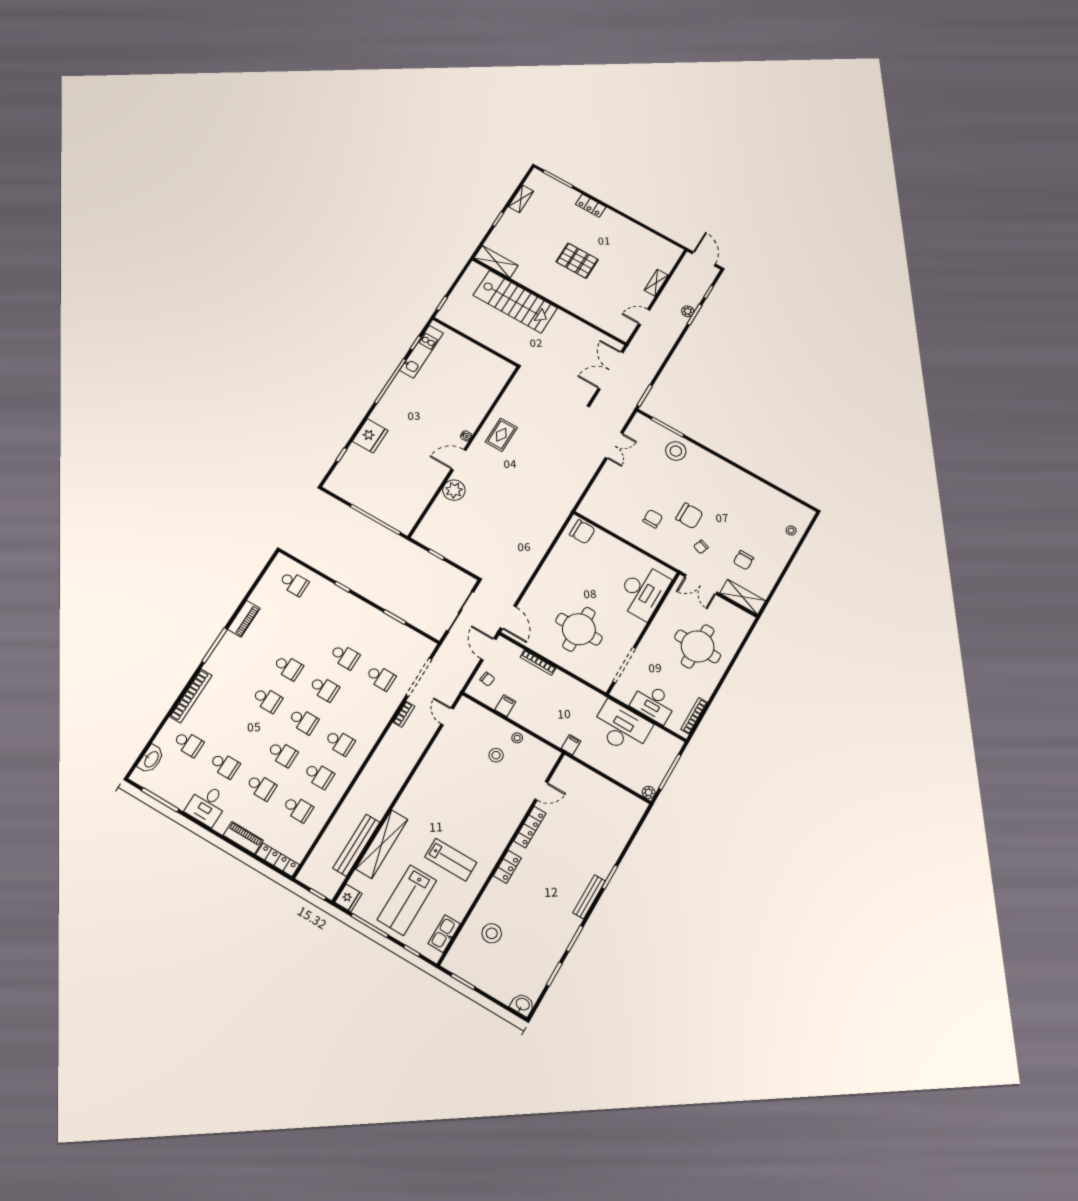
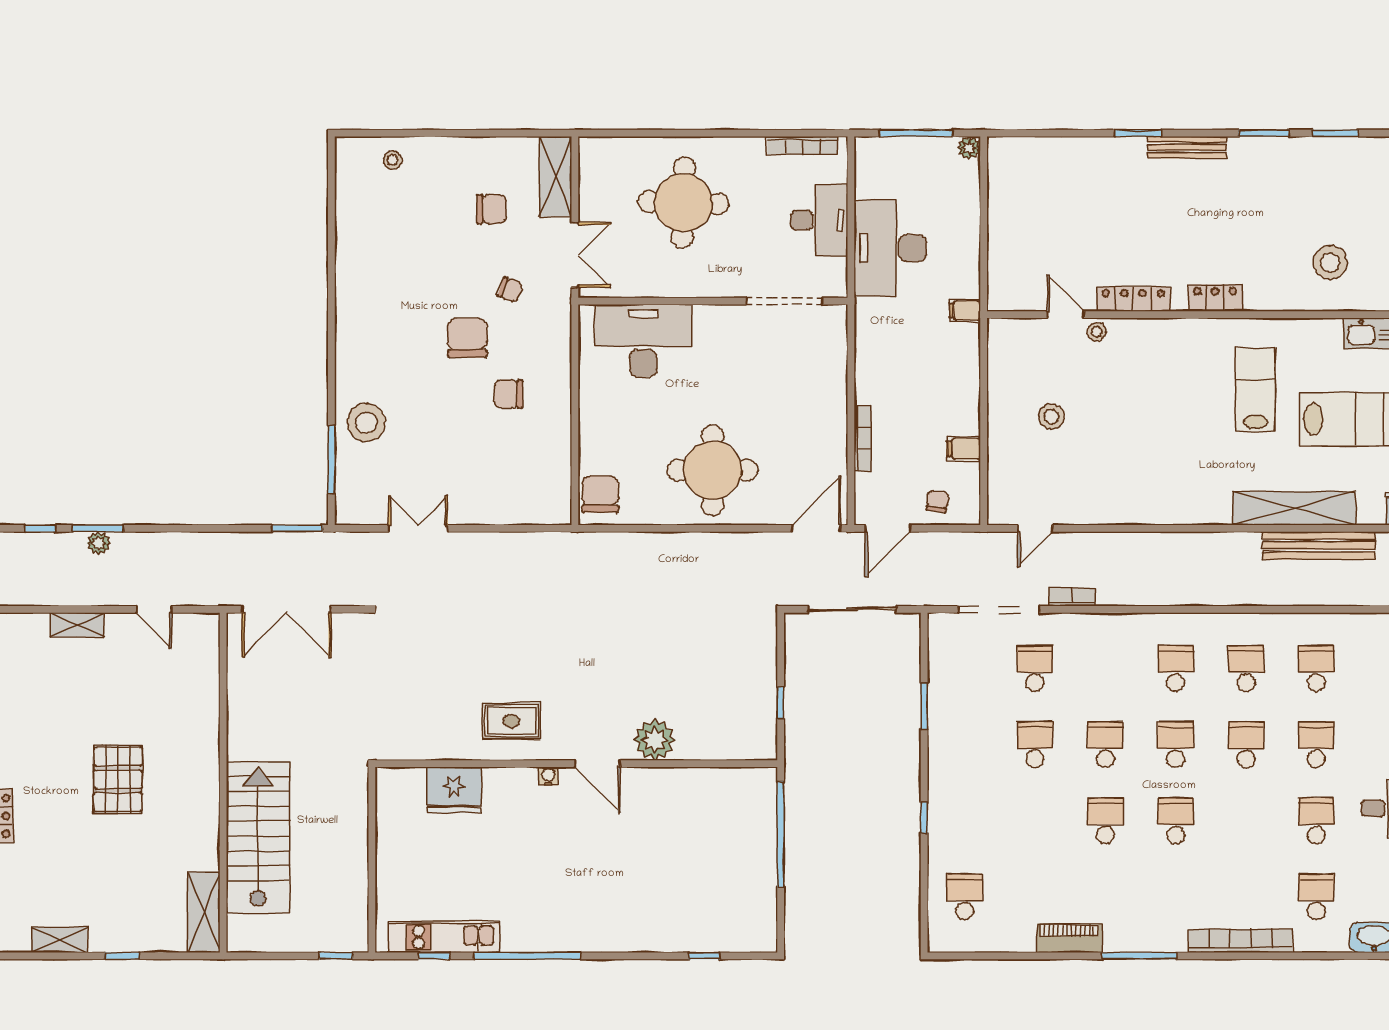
fridge: (370, 436) -> (454, 790), moved, turned 180
round table: (579, 629) -> (713, 470), moved
stool: (517, 738) -> (1096, 332), moved

